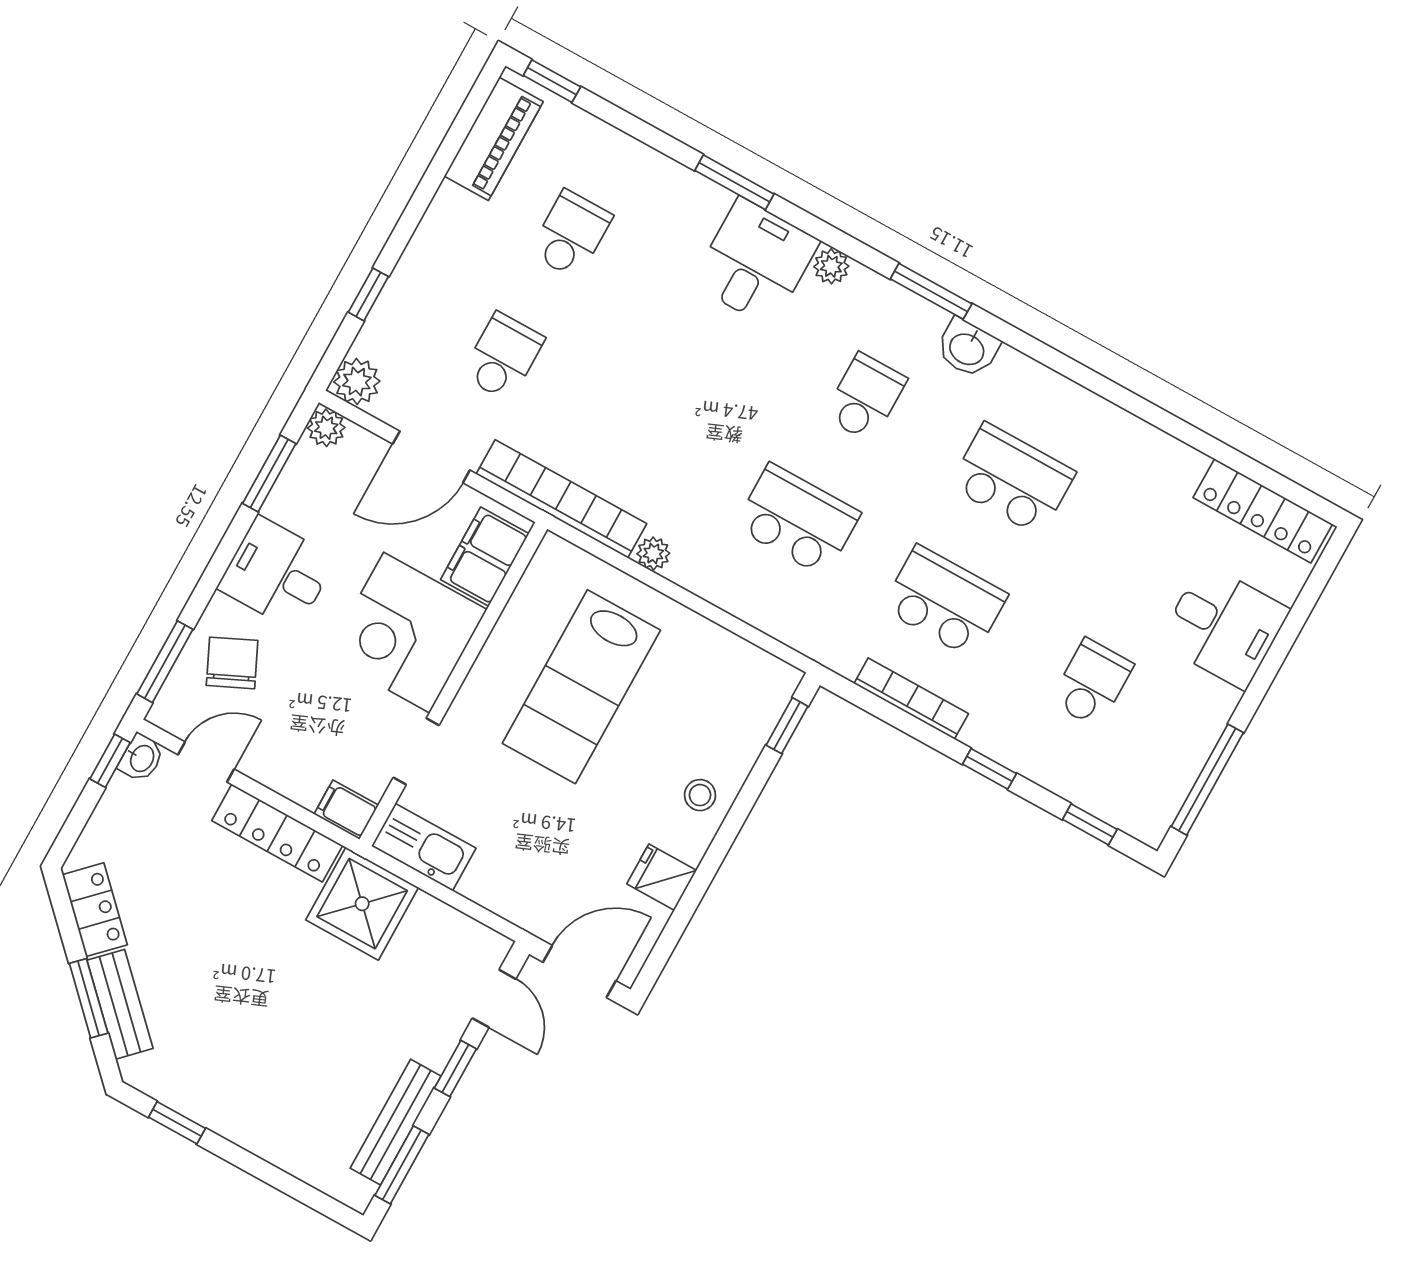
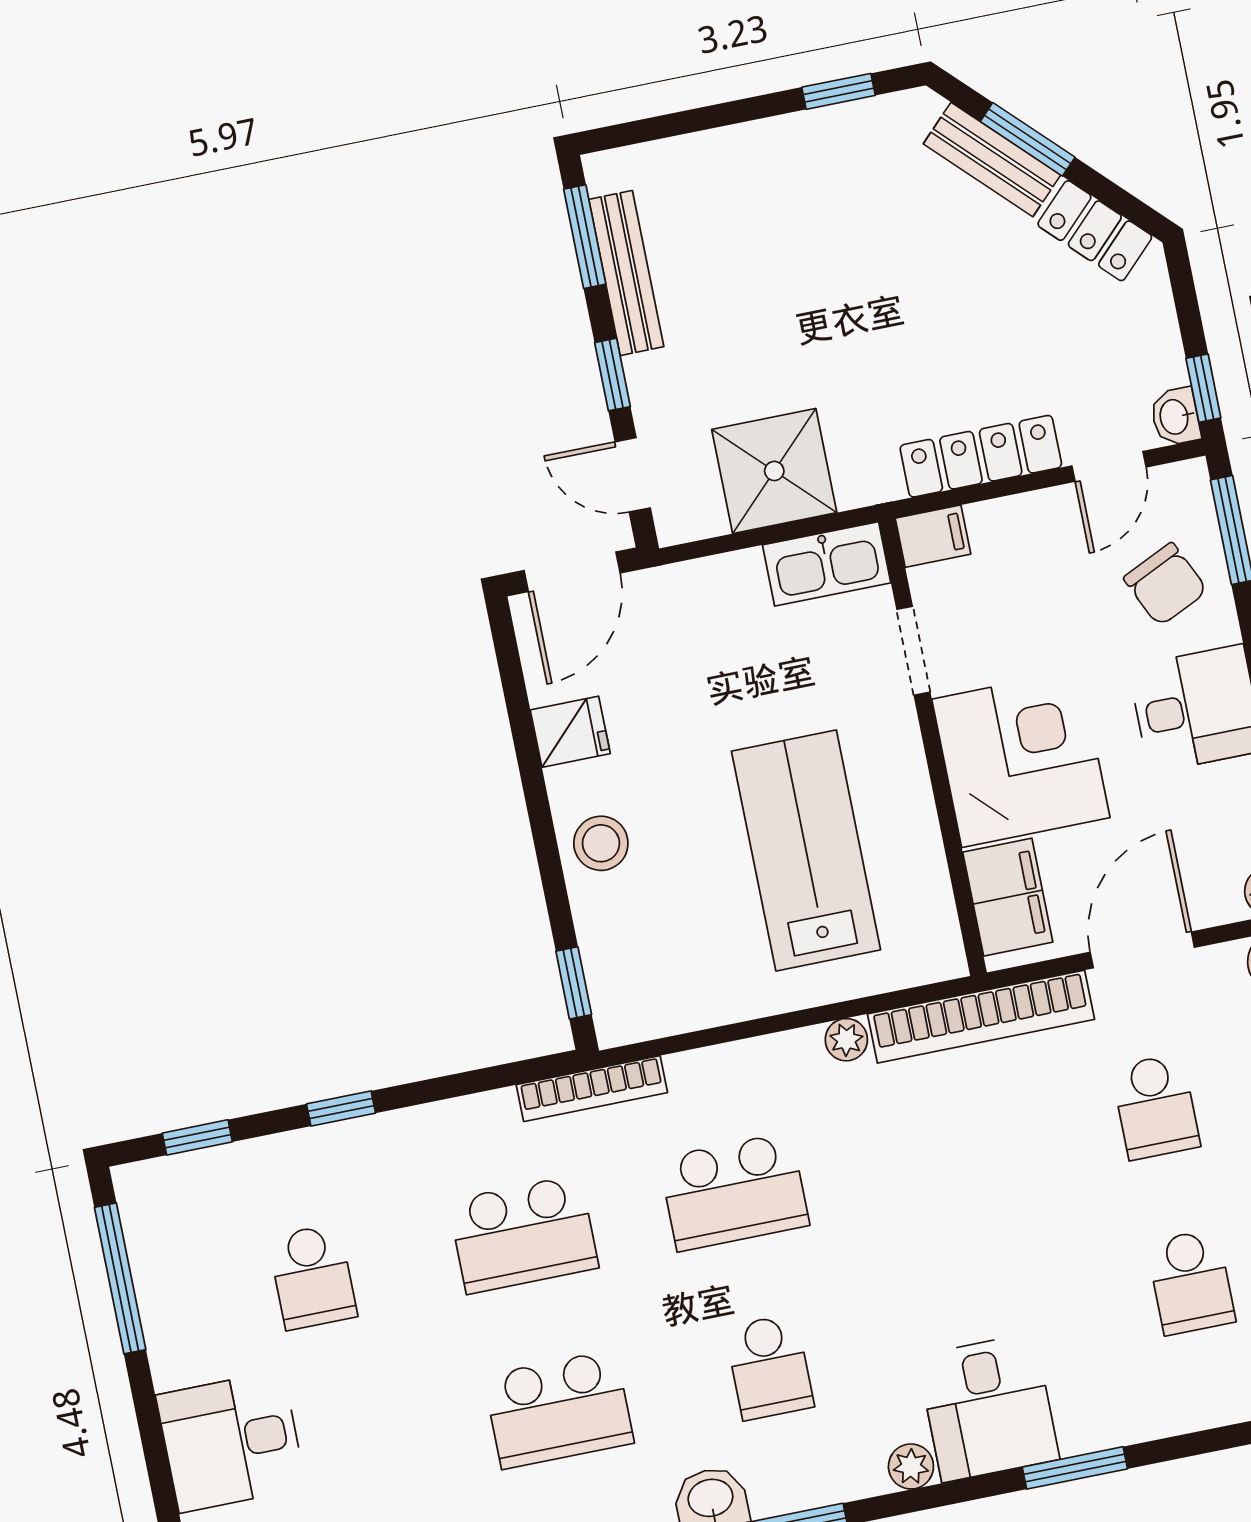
bookcase: (911, 699) -> (592, 1089), moved
stool: (700, 795) -> (601, 843), width x1.37, depth x1.37
shower: (362, 904) -> (774, 471), moved

